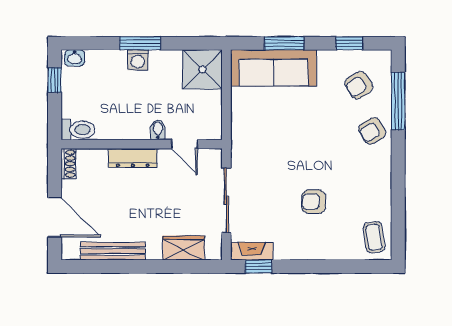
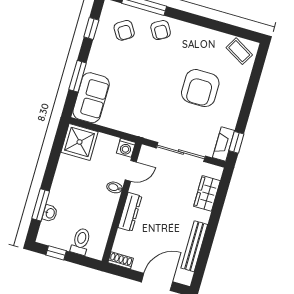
window: (140, 43) -> (41, 205), moved
washbasin: (75, 58) -> (50, 213), moved
washing machine: (138, 60) -> (126, 148), moved, turned 90
sofa: (274, 68) -> (91, 98), width x0.73
toilet: (78, 130) -> (81, 241), moved
armchair: (314, 202) -> (200, 88), width x1.88, depth x1.88
coffee table: (374, 237) -> (239, 51), turned 39

